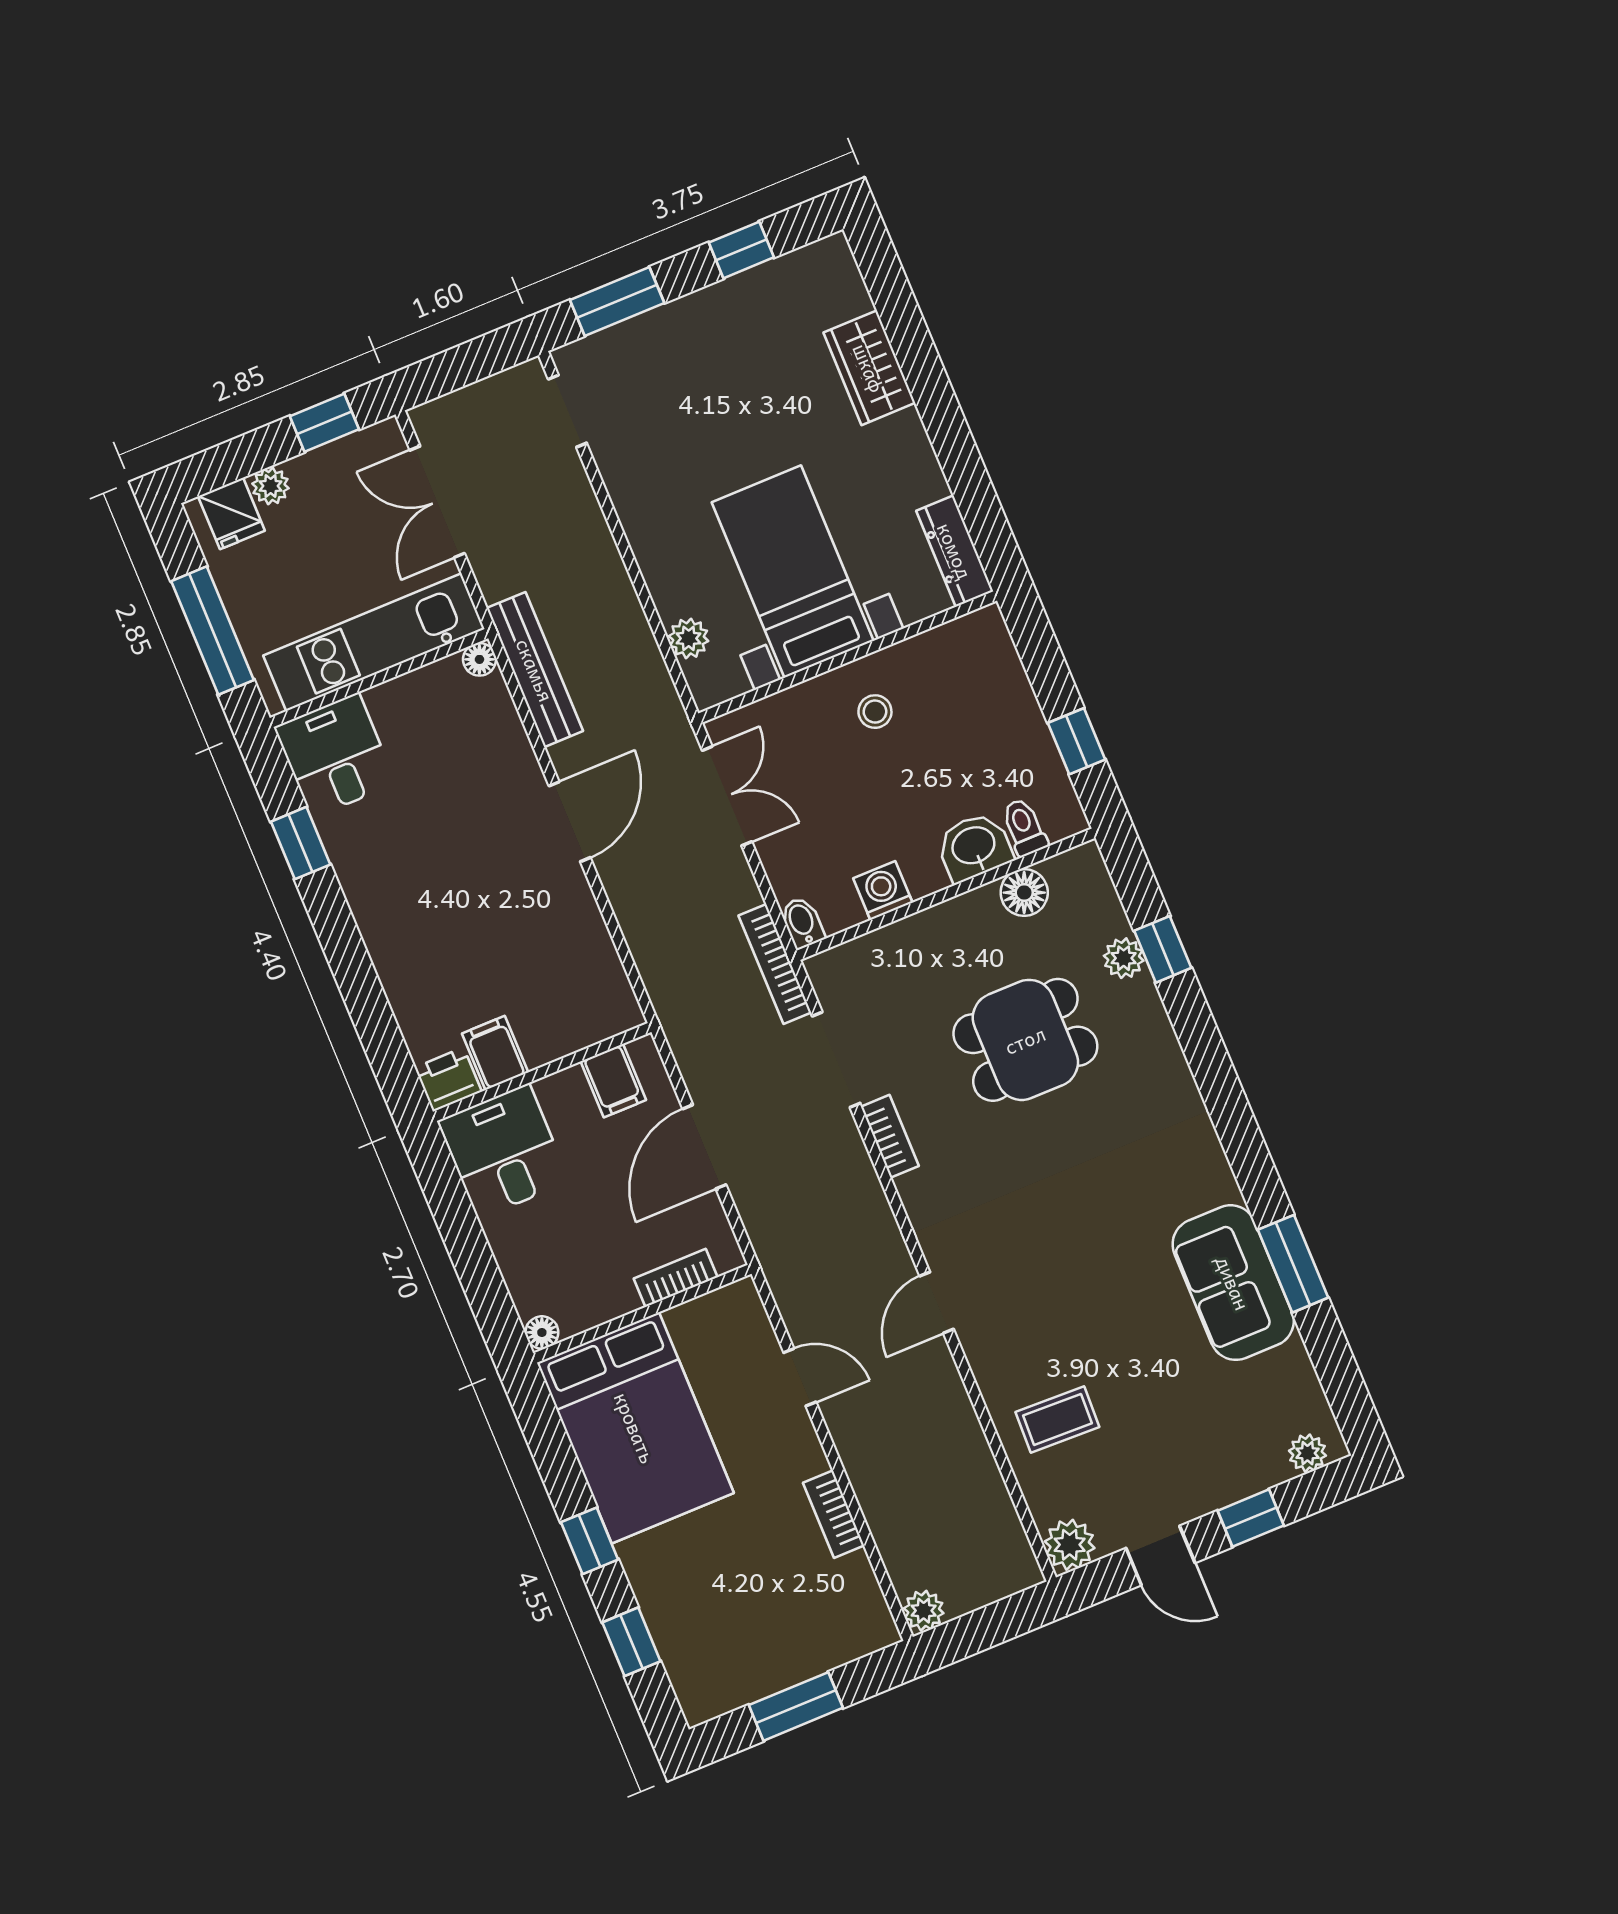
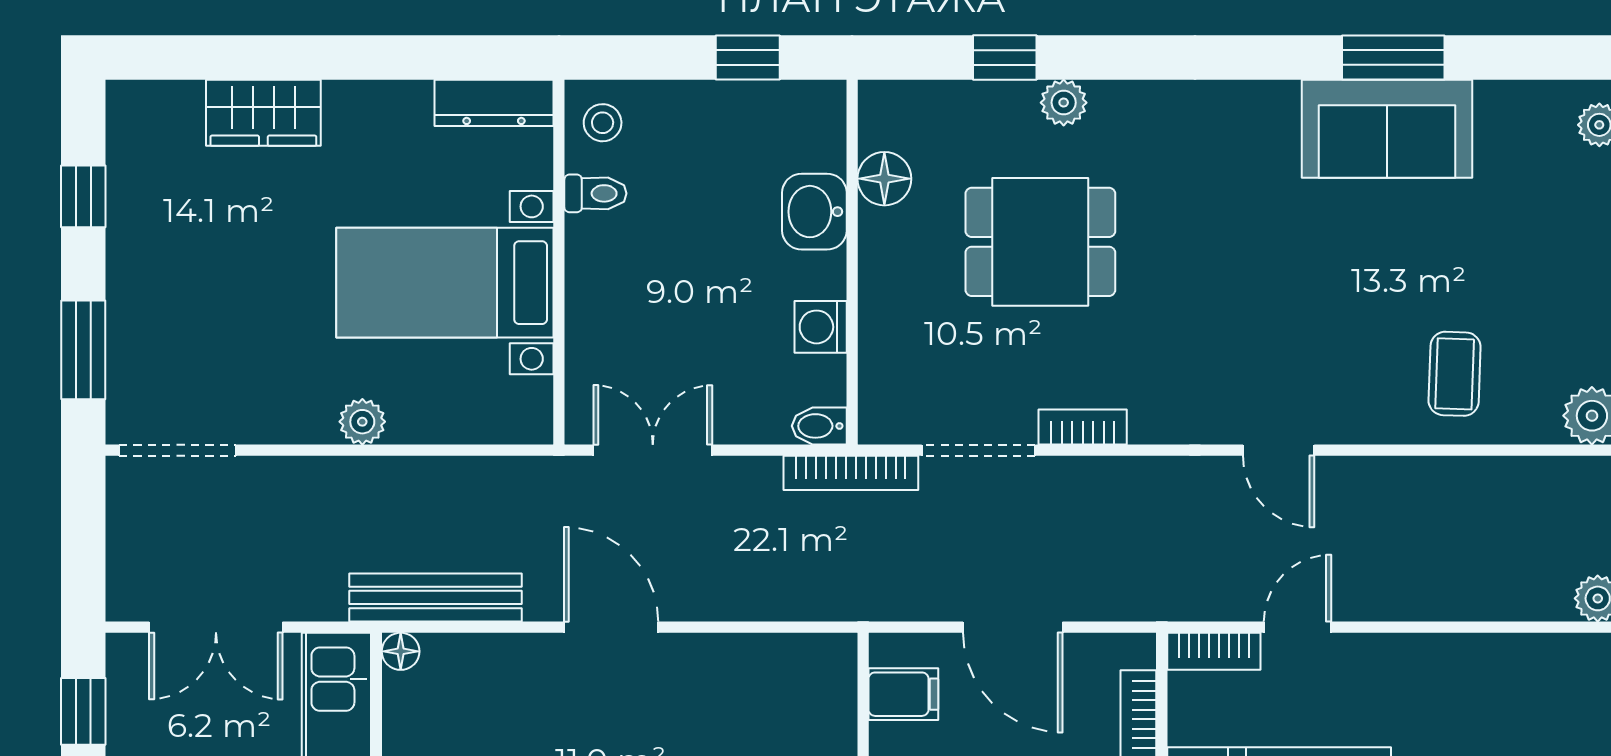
doorway: (567, 411) -> (177, 450), width x1.38
plant: (689, 638) -> (362, 422), moved
stool: (875, 712) -> (603, 123), moved
toilet: (1024, 827) -> (595, 193), moved, turned 180
plant: (1124, 958) -> (1064, 103), moved
dining table: (1025, 1040) -> (1040, 242), turned 90
bookcase: (834, 1514) -> (1214, 651), moved

